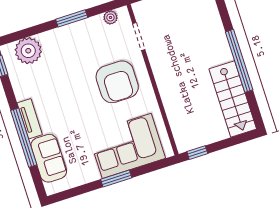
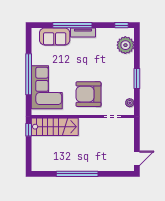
stairs: (233, 99) -> (55, 127), moved, turned 180
window: (116, 179) -> (29, 74), width x2.11

